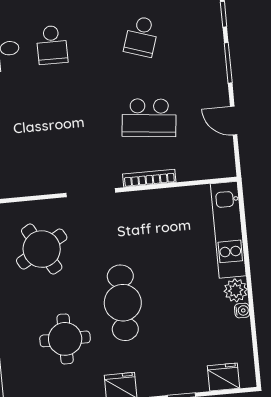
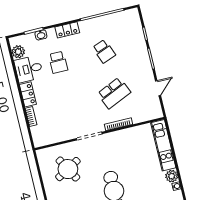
school desk: (141, 36) -> (104, 51), turned -39
school desk: (149, 118) -> (114, 93), turned -30
door: (234, 121) -> (158, 88), swing flipped

